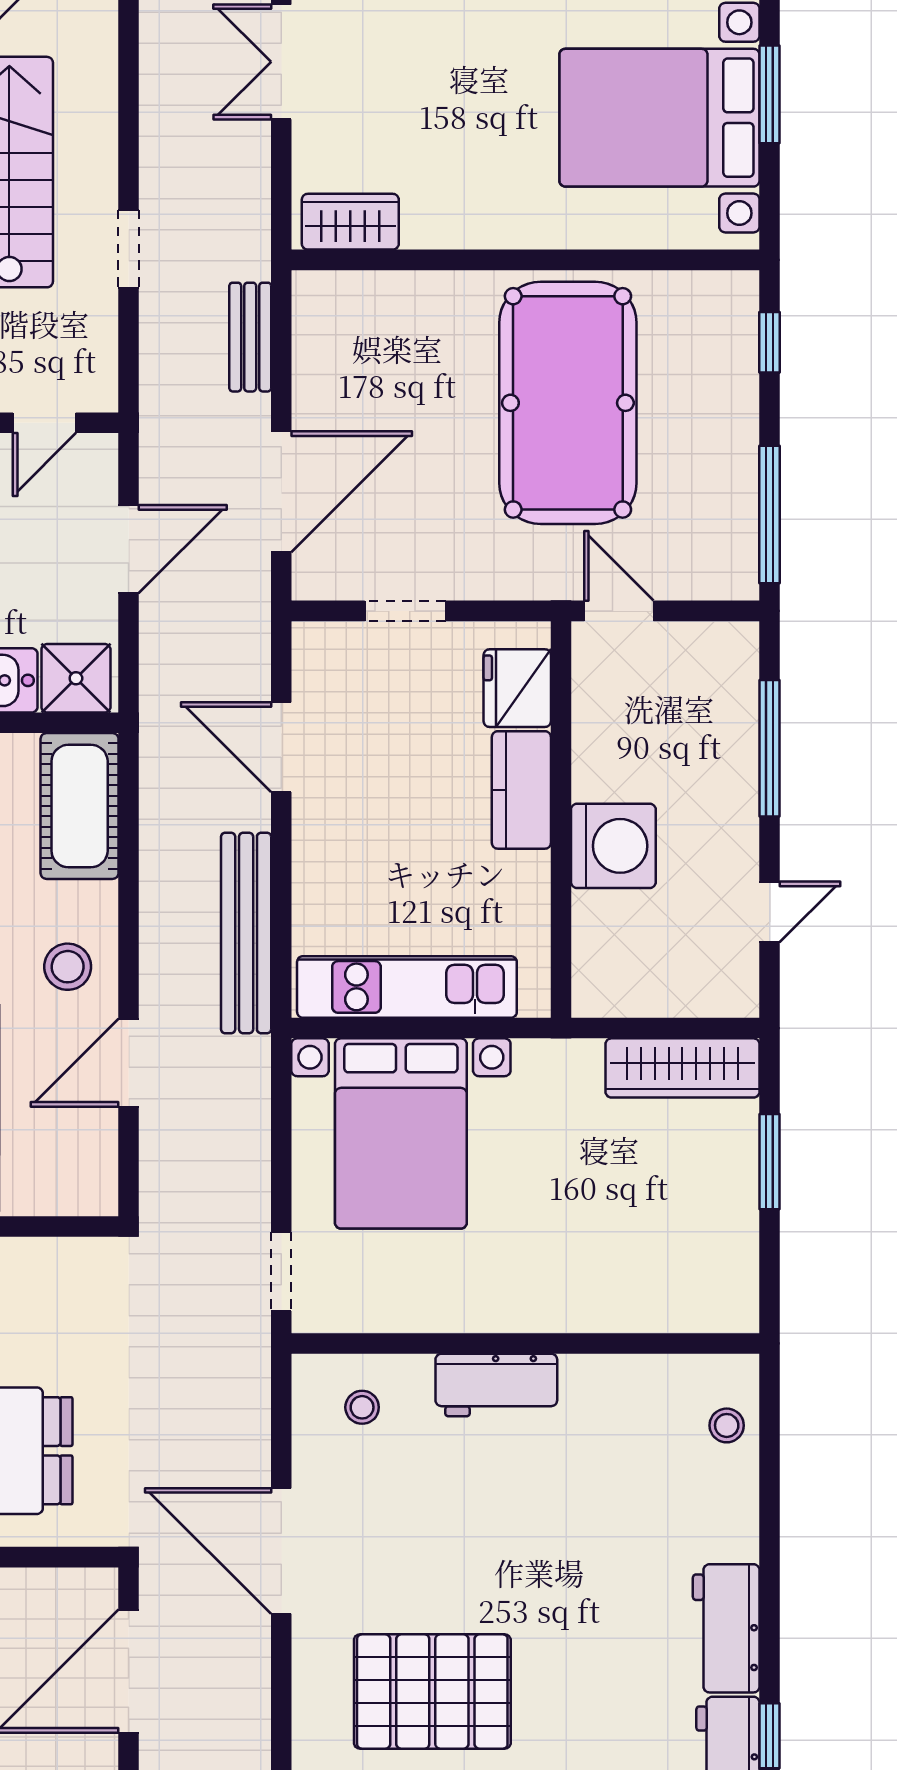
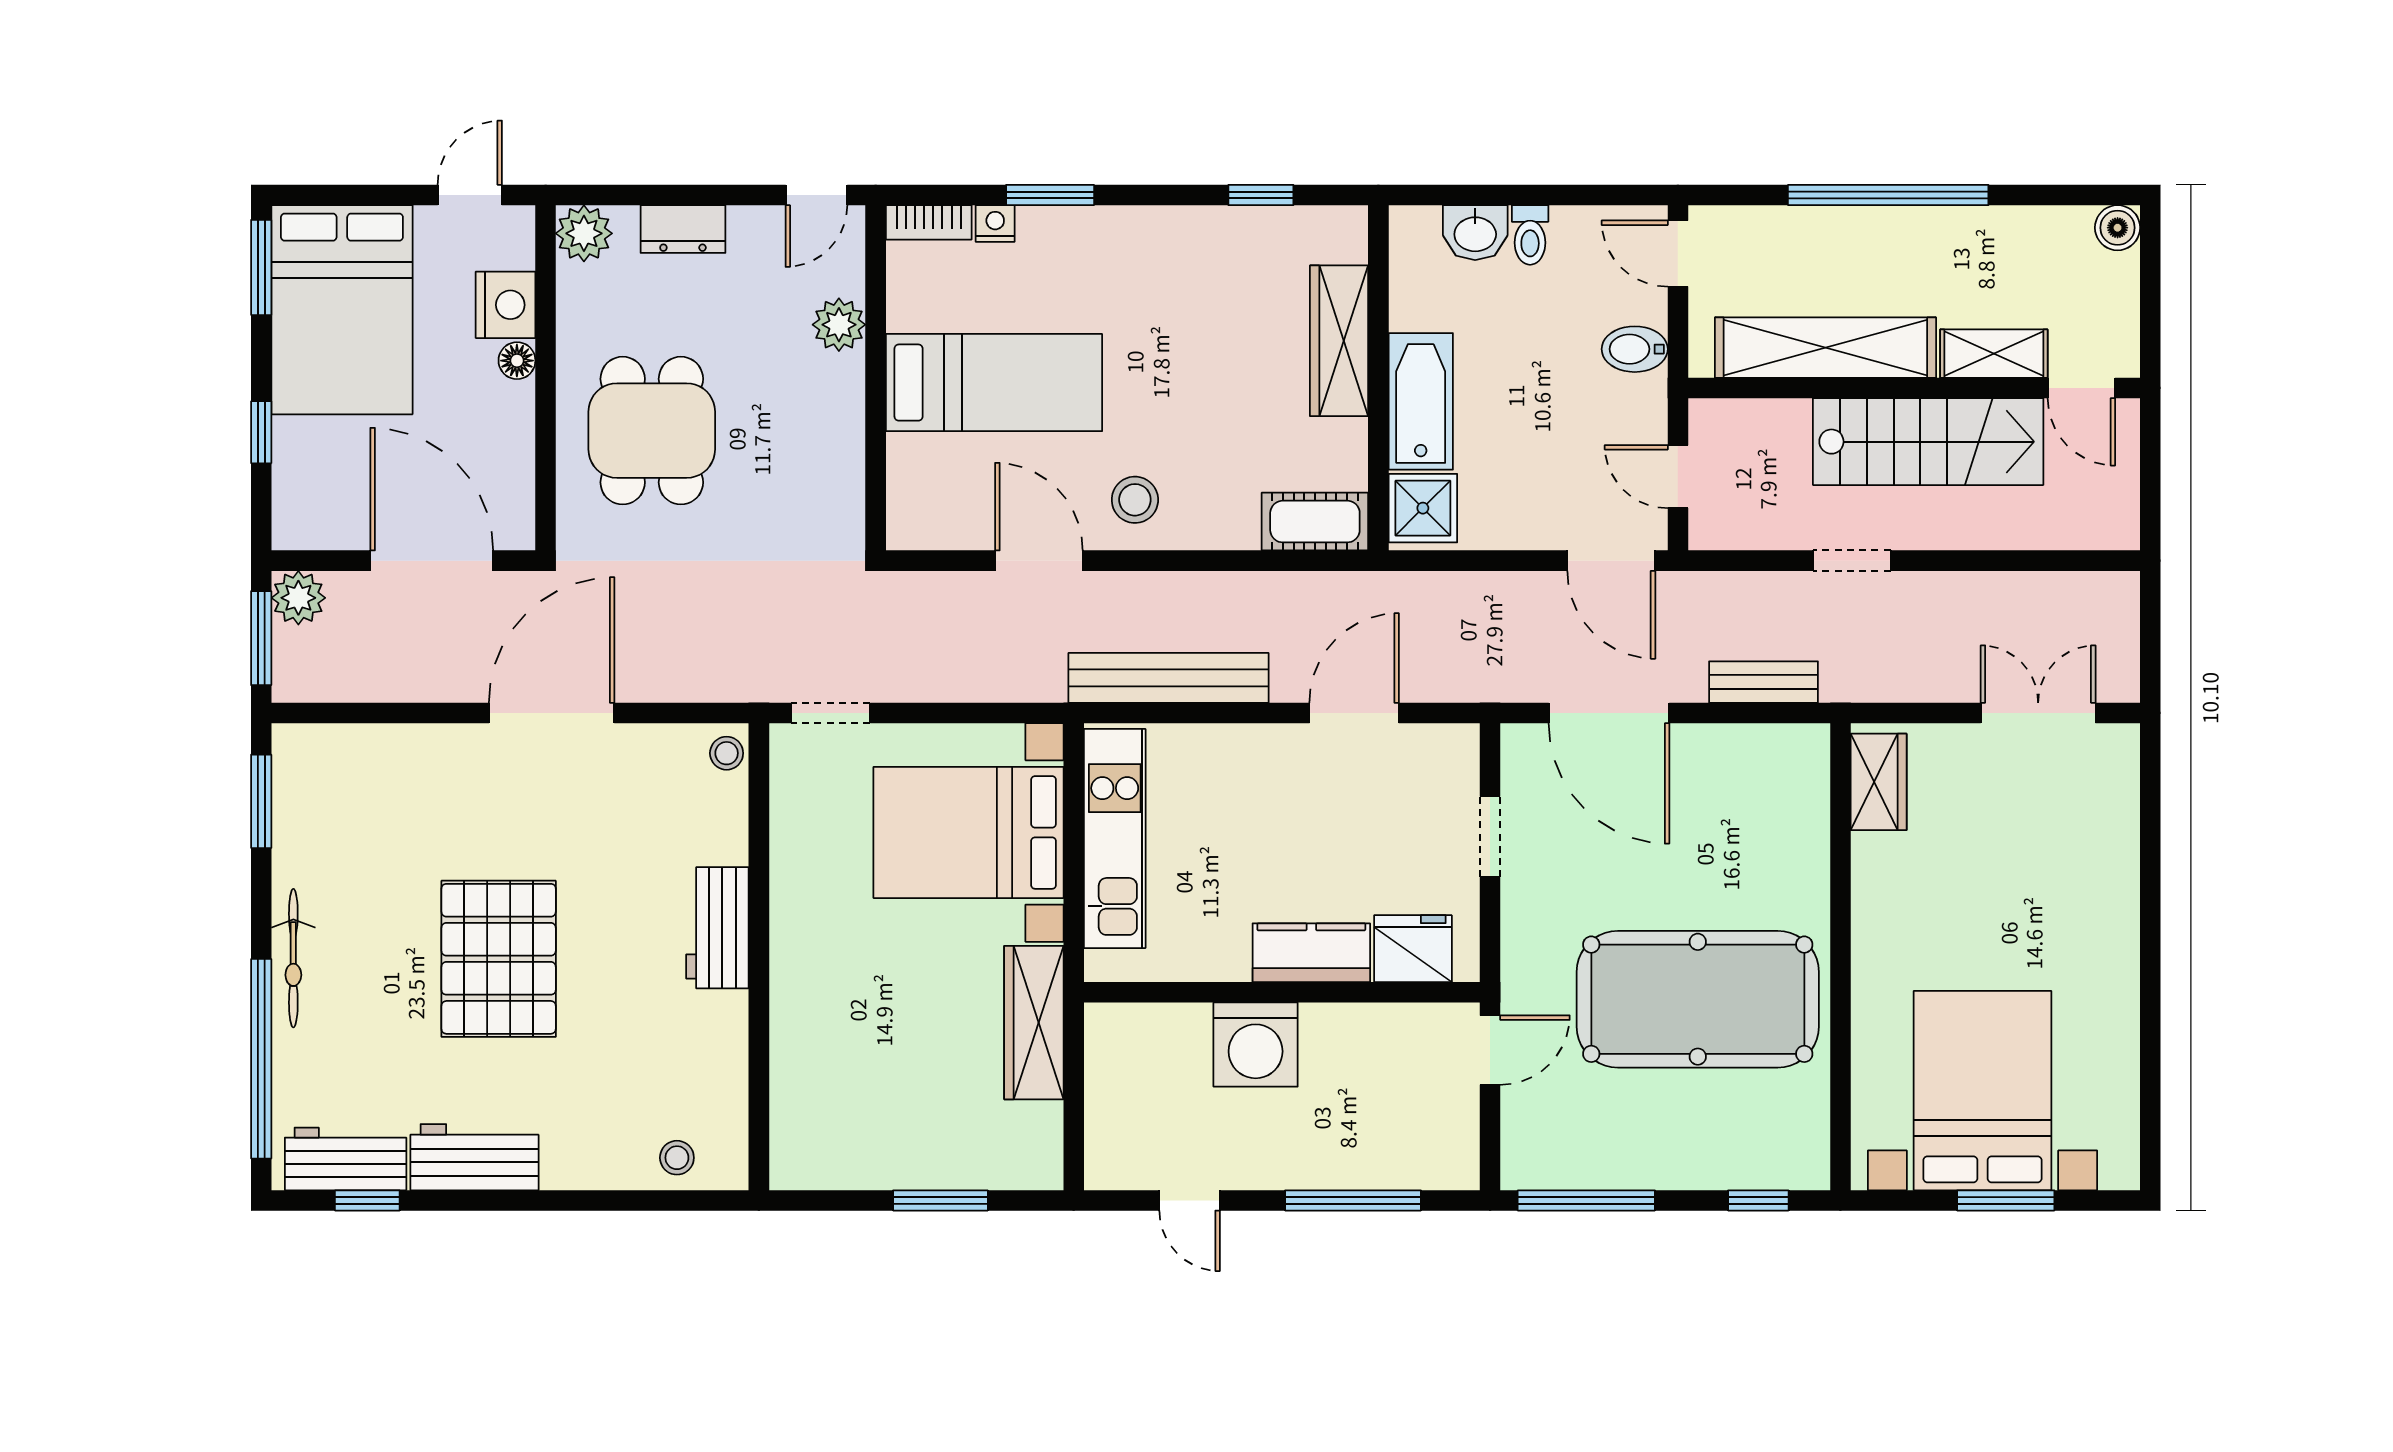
door: (129, 549) -> (1611, 561), moved
cot: (80, 806) -> (1315, 522), width x0.73, depth x0.75
wardrobe: (682, 1068) -> (1034, 1023), moved
stool: (362, 1407) -> (727, 753), moved
pallet: (432, 1692) -> (499, 959), moved

